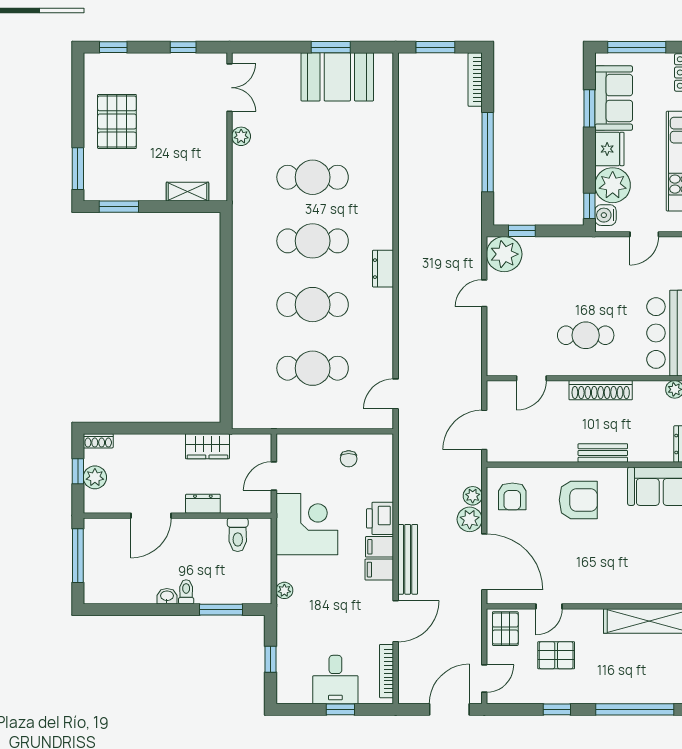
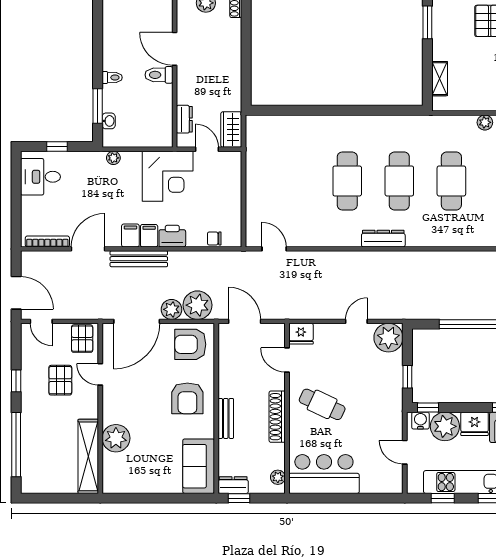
window: (522, 231) -> (407, 377), moved
dresser: (383, 269) -> (383, 239), width x1.44
door: (484, 293) -> (356, 321), hinge flipped
cafe table: (586, 335) -> (322, 404), turned -65
fridge: (499, 361) -> (301, 334), added
cafe table: (313, 368) -> (295, 181), removed
wardrobe: (207, 446) -> (231, 130), moved
chair: (349, 459) -> (214, 238), moved
plant: (473, 496) -> (197, 305), width x1.88, depth x1.88
armchair: (512, 496) -> (190, 344), width x1.38, depth x1.38
dresser: (203, 504) -> (184, 119), moved
toilet: (238, 535) -> (159, 75), moved
plant: (627, 587) -> (116, 438), added
washbasin: (167, 596) -> (109, 121), moved
door: (396, 621) -> (88, 249), swing flipped
pallet: (505, 629) -> (82, 339), turned 90
desk: (335, 680) -> (40, 177), moved
window: (340, 709) -> (16, 204), removed

